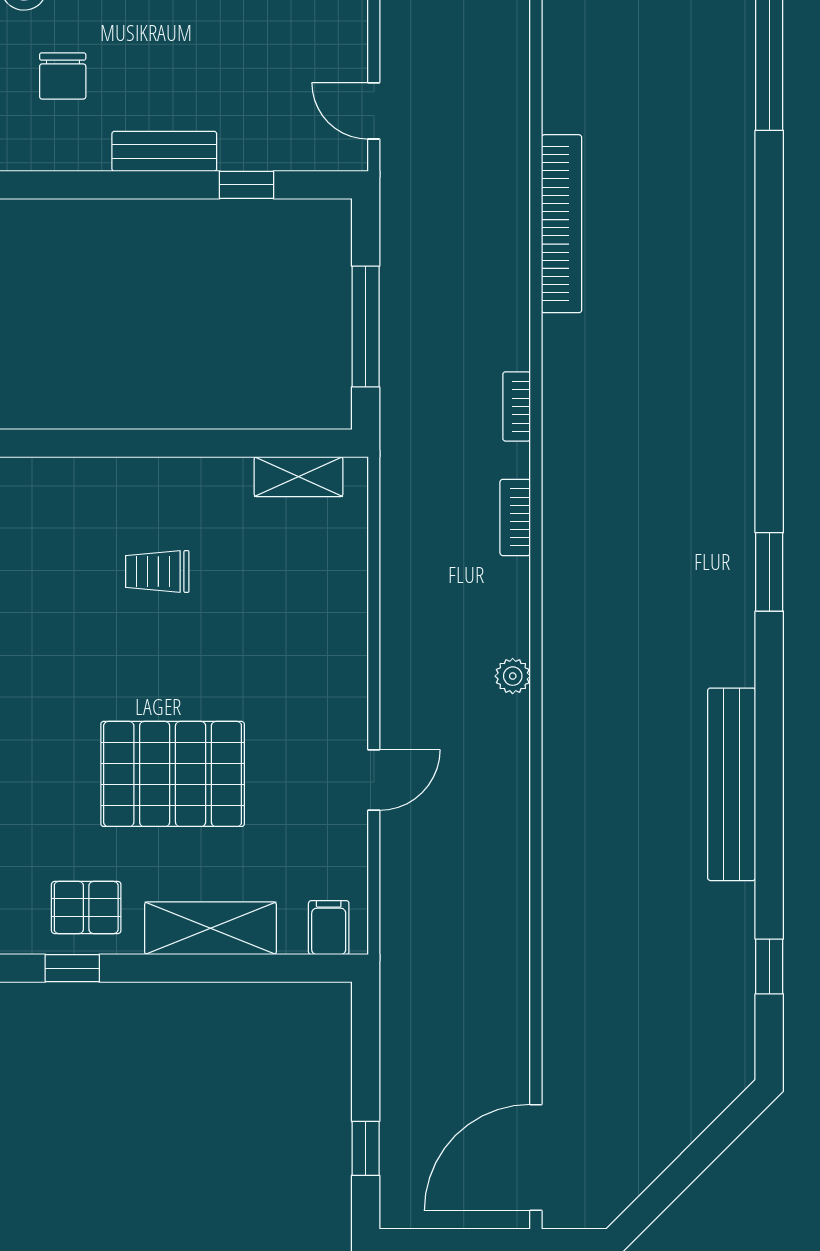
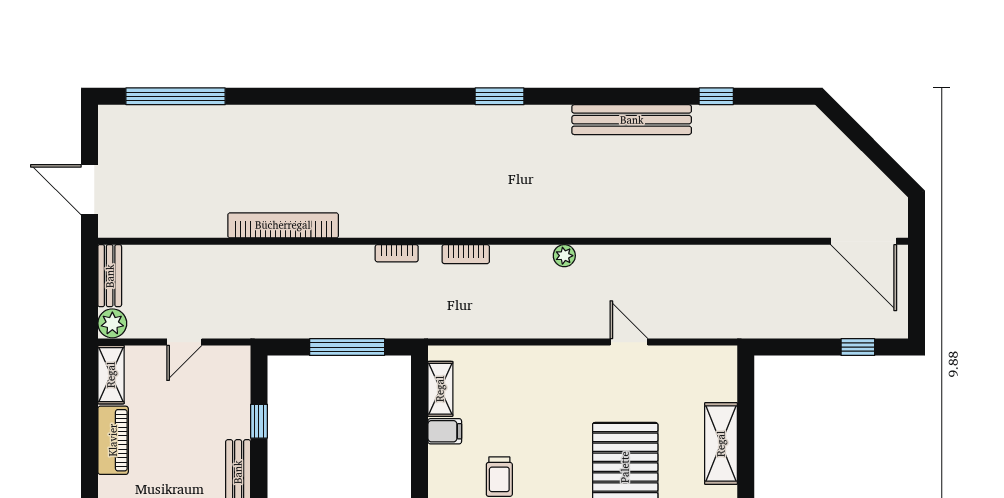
door: (374, 111) -> (184, 342), moved
filing cabinet: (329, 928) -> (445, 431), moved, turned 180
window: (769, 966) -> (716, 96), moved

